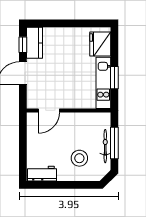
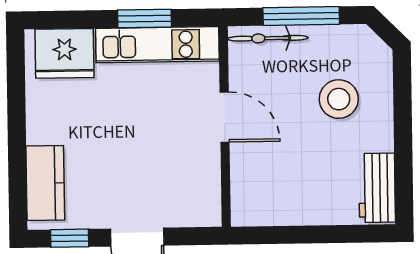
kitchen counter: (35, 43) -> (45, 183), moved, turned 90
door: (49, 110) -> (225, 117), moved
bicycle: (105, 146) -> (268, 38), moved

